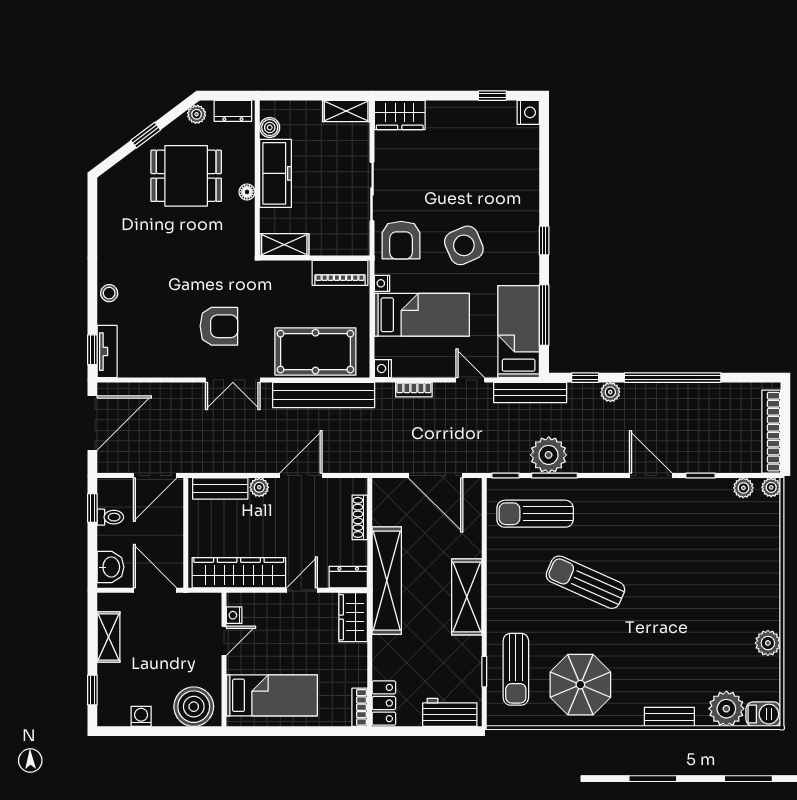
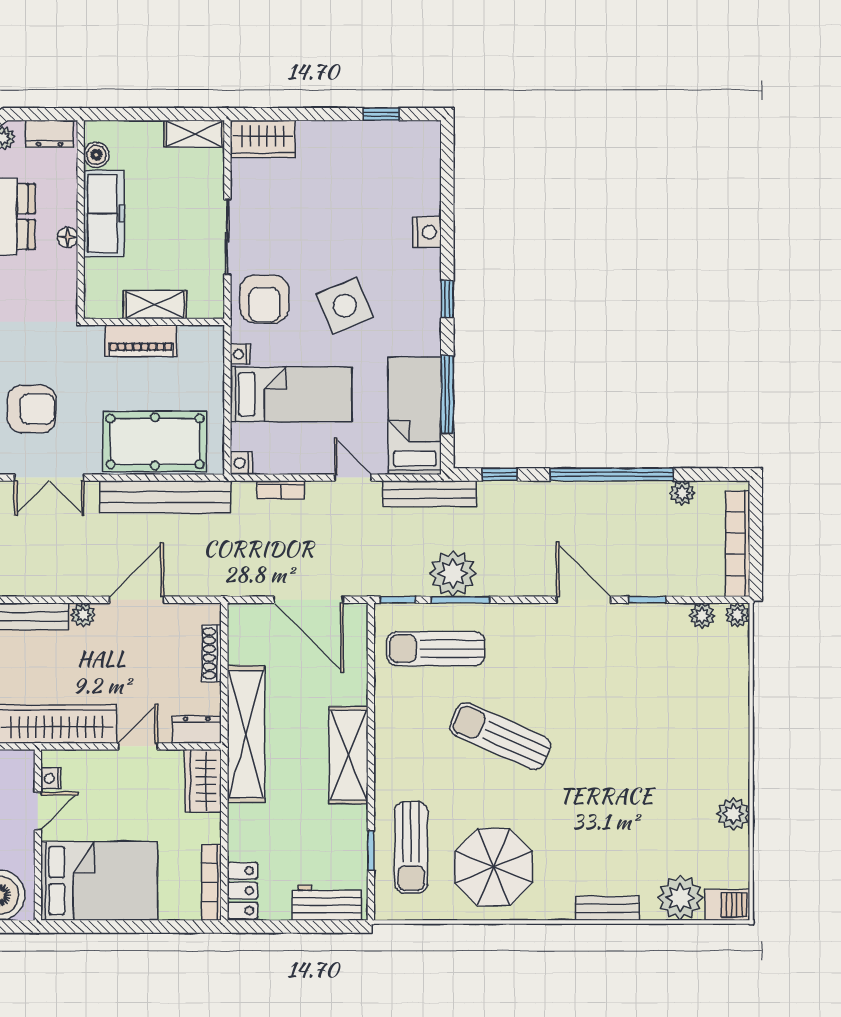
nightstand: (528, 112) -> (427, 232), moved
shelving: (284, 245) -> (155, 305), moved
piano: (340, 273) -> (141, 341), moved
plant: (610, 392) -> (682, 493), moved
bed: (272, 695) -> (99, 881), width x1.50
bookcase: (360, 707) -> (211, 882), width x1.56

